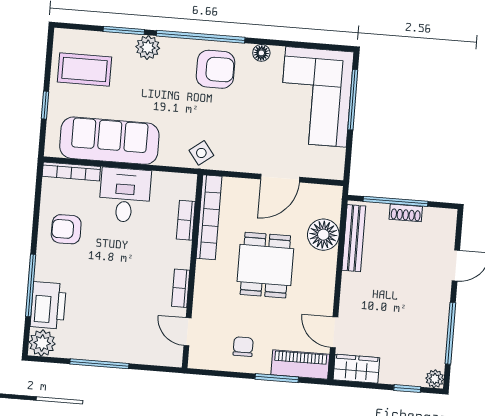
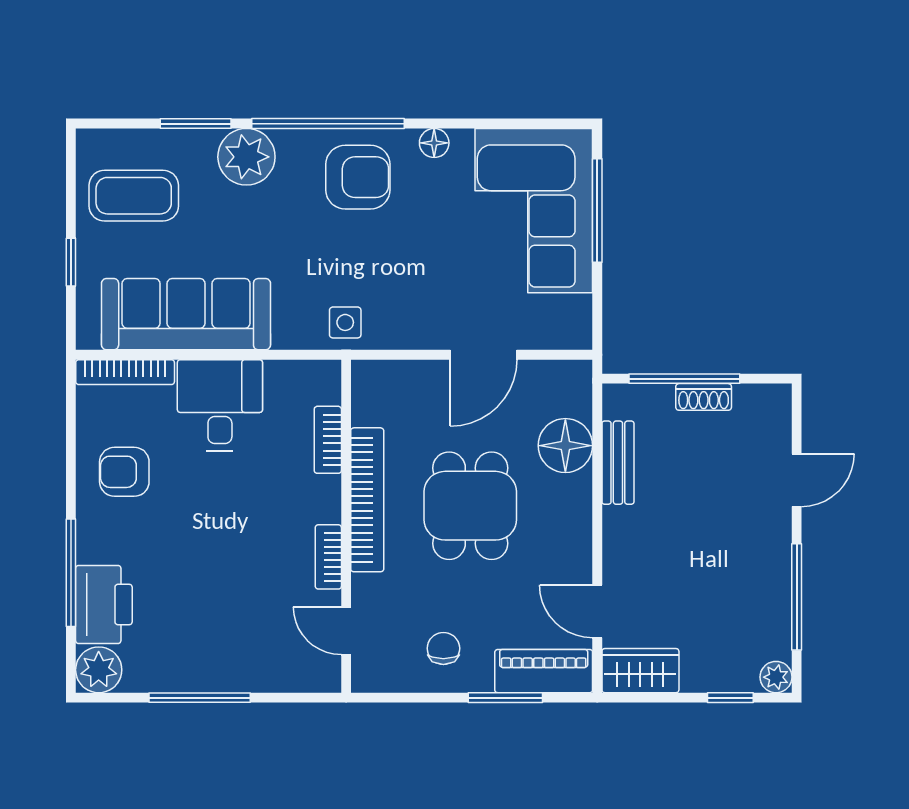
plant: (148, 47) -> (246, 157), width x1.36, depth x1.36
side table: (201, 153) -> (345, 322), turned 37
bookcase: (209, 217) -> (367, 500), moved
bench: (354, 238) -> (618, 463), width x0.73

